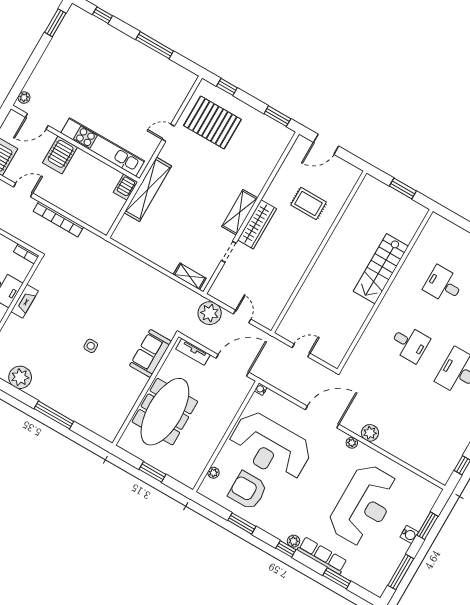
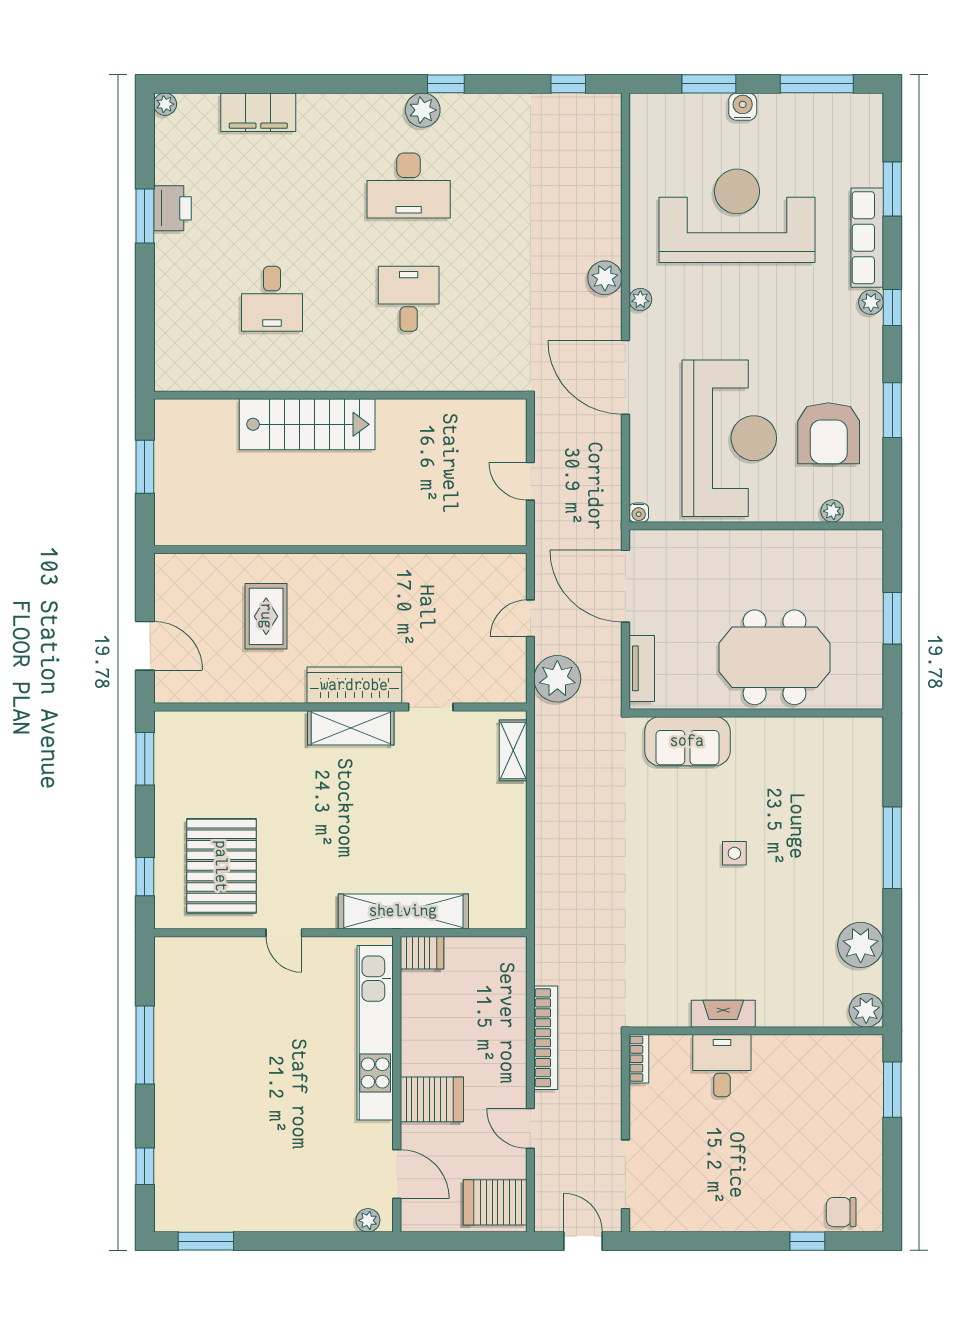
meeting table: (165, 412) -> (775, 657), width x0.73

